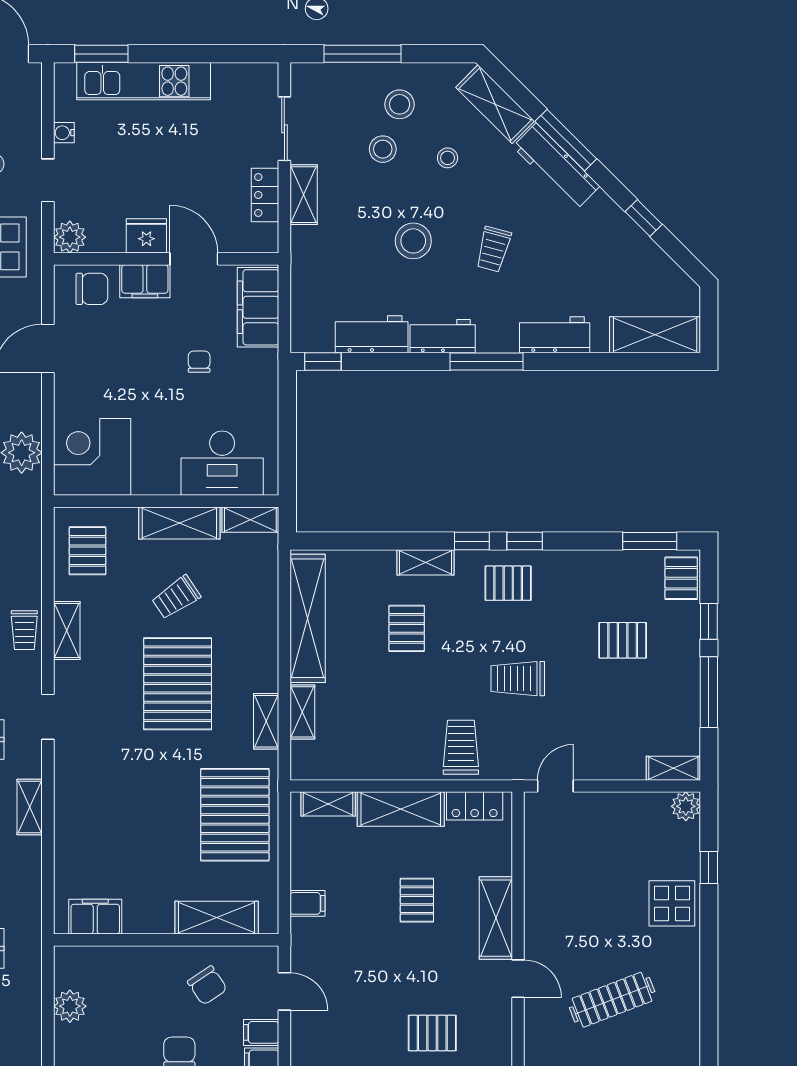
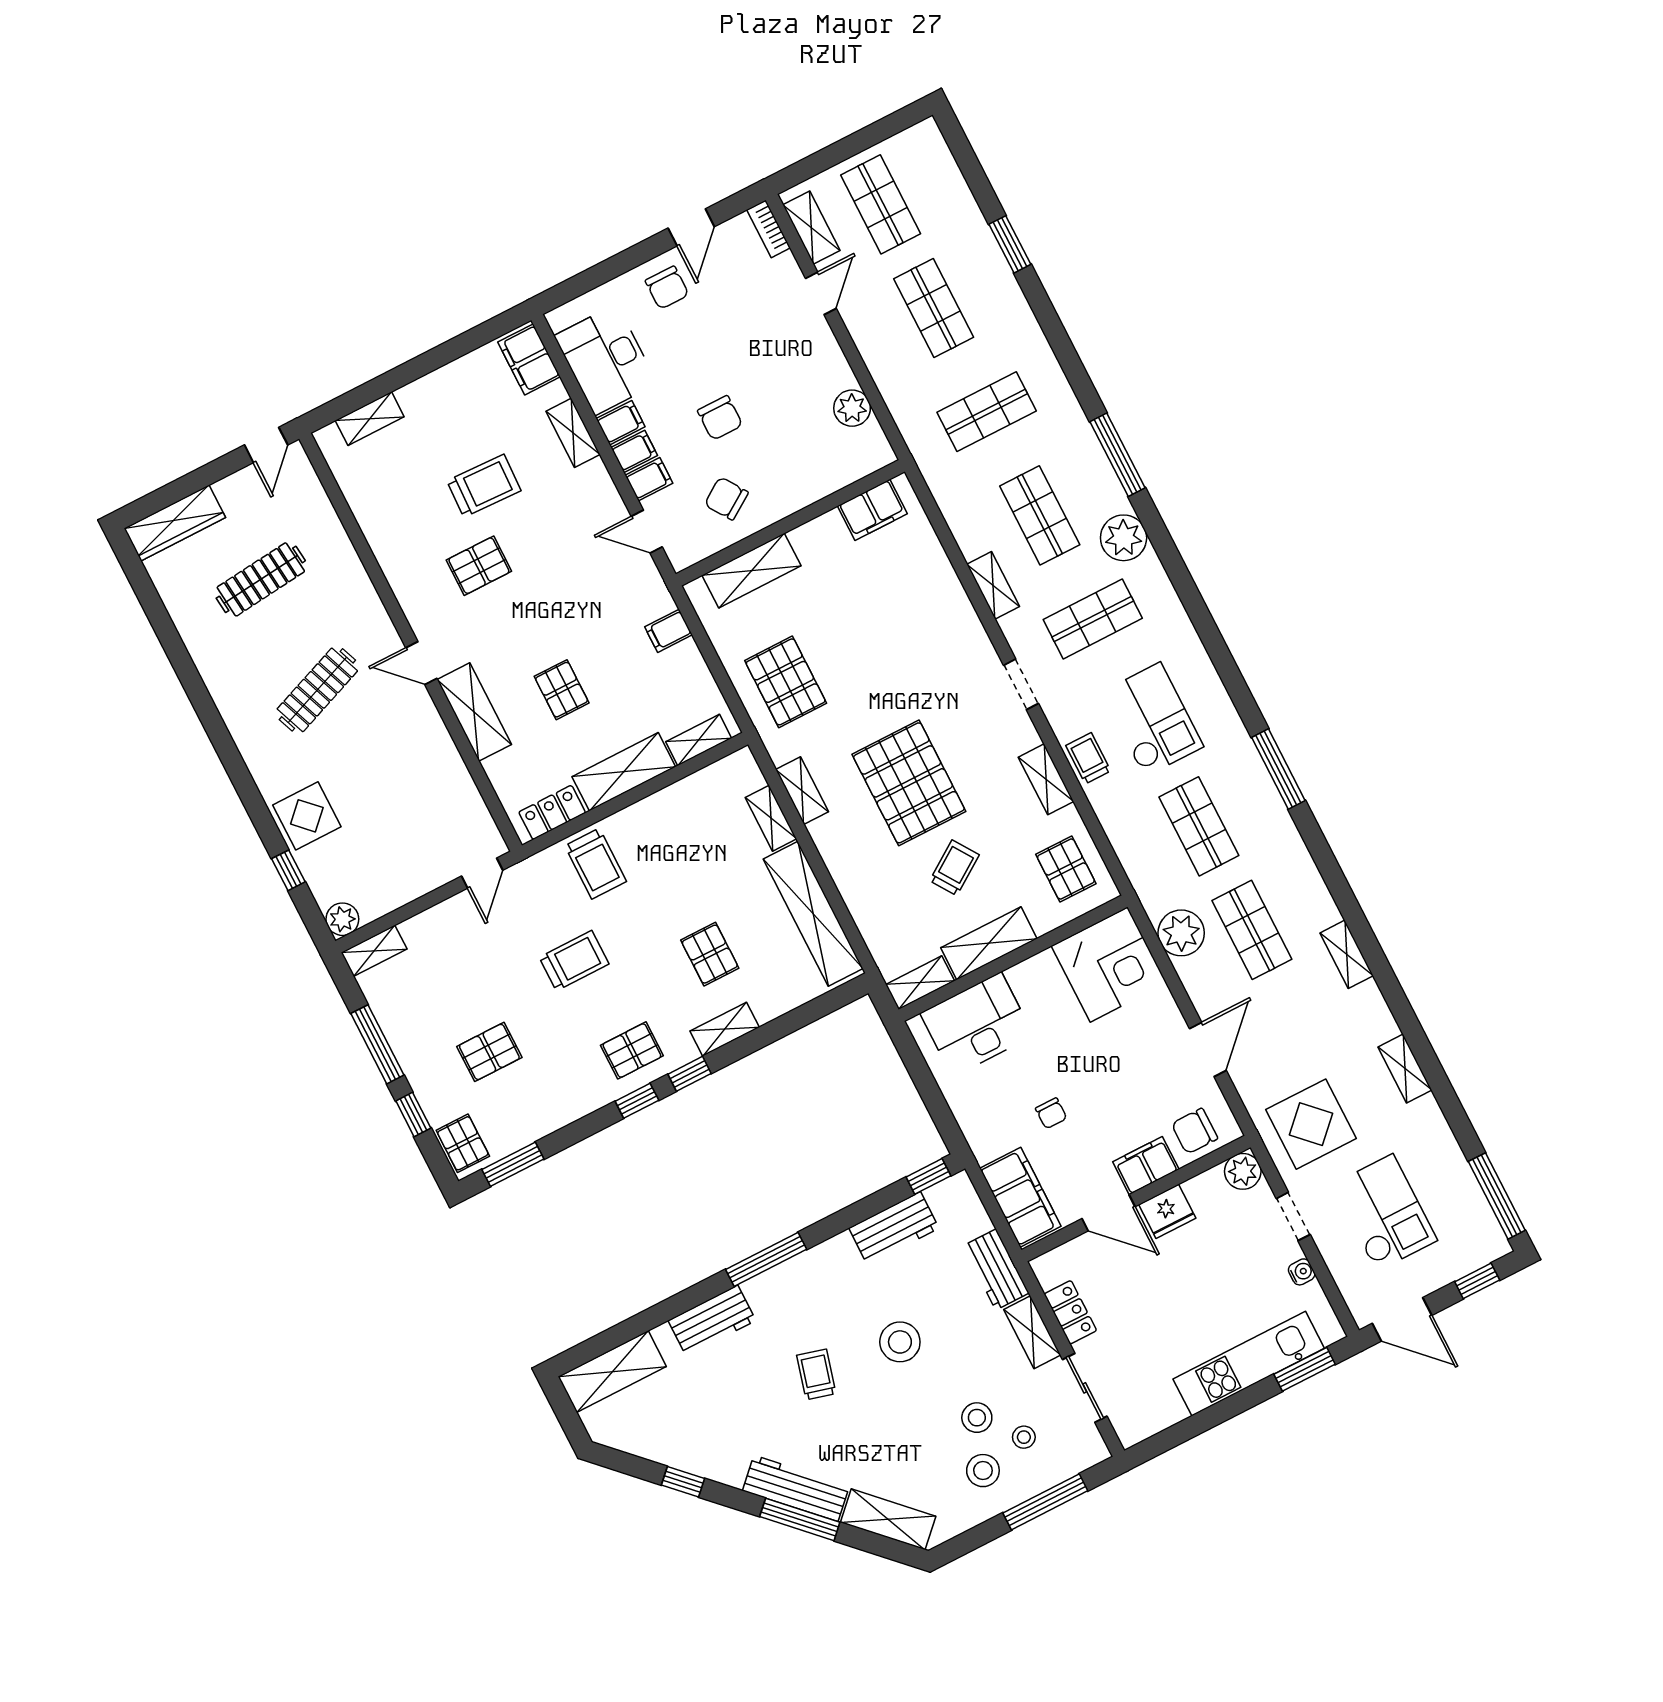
stool: (448, 158) -> (1024, 1437), moved
workbench: (443, 336) -> (996, 1269), moved, turned 90
pallet: (235, 815) -> (786, 682), width x0.73, depth x0.71

